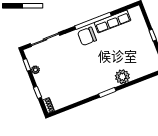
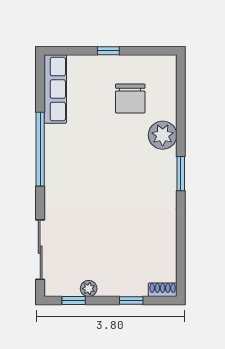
row of seats: (112, 22) -> (55, 89), moved
chair: (87, 36) -> (130, 98), moved

